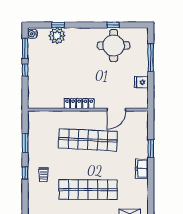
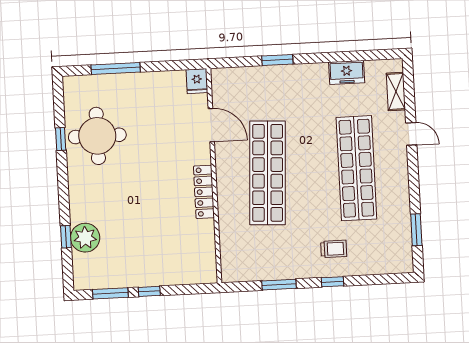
water cooler: (32, 34) -> (84, 282), removed
fridge: (141, 82) -> (197, 81), moved
freezer: (142, 169) -> (347, 72), moved

